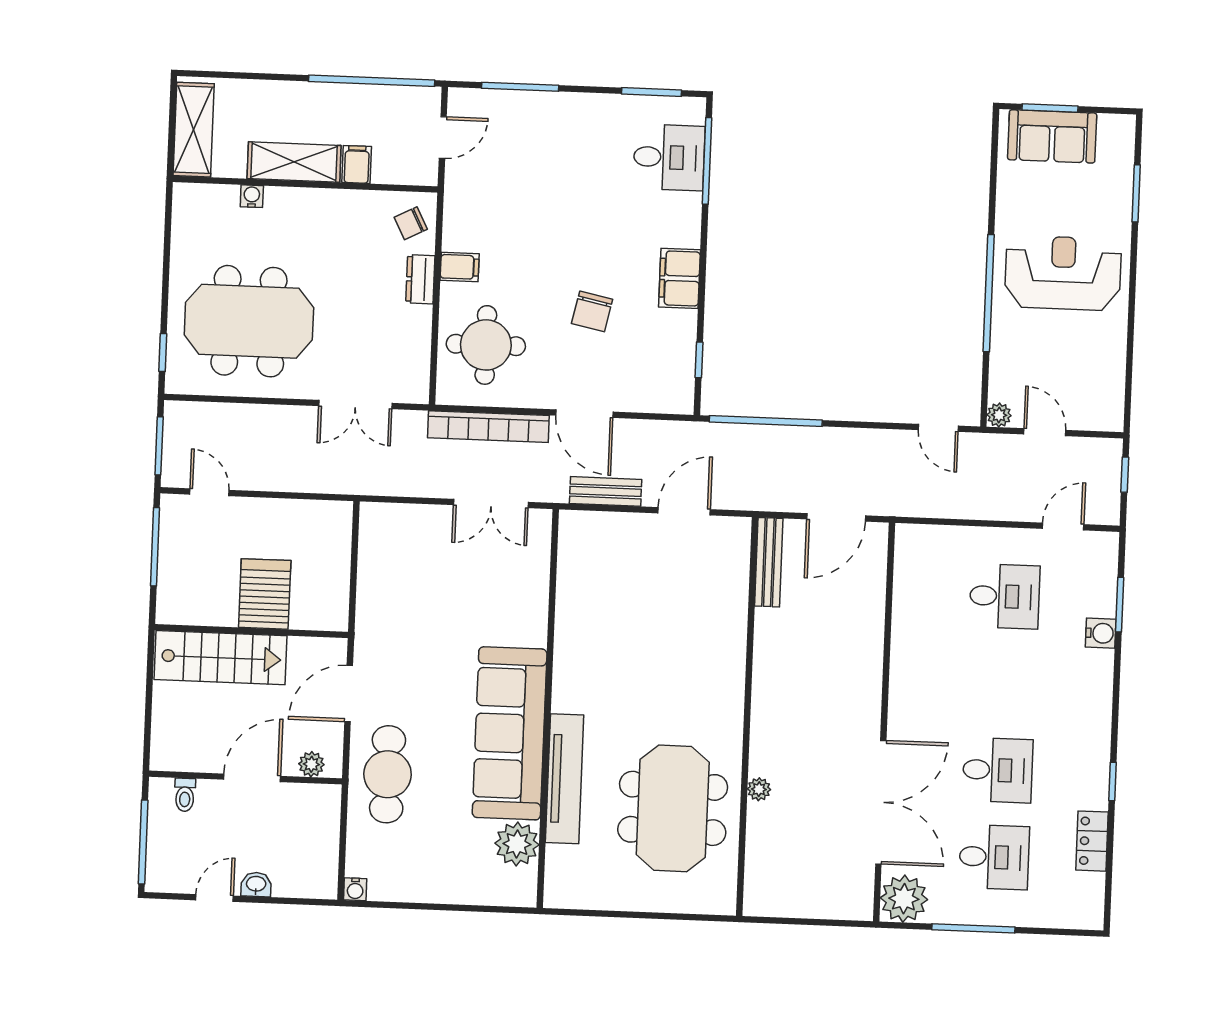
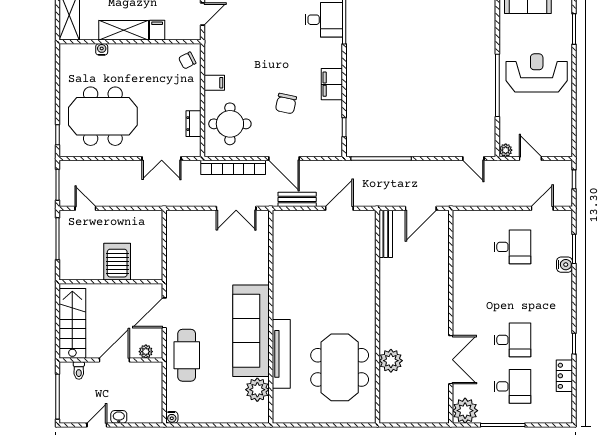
dresser: (420, 279) -> (194, 124), moved
stairs: (220, 658) -> (72, 323), moved, turned -90
plant: (759, 789) -> (391, 361), width x1.87, depth x1.87
double door: (881, 802) -> (451, 360), width x0.73

